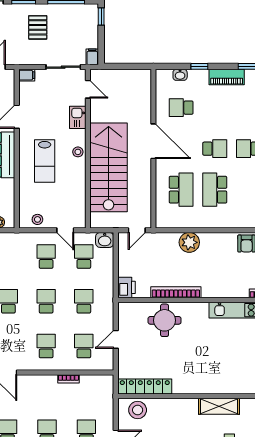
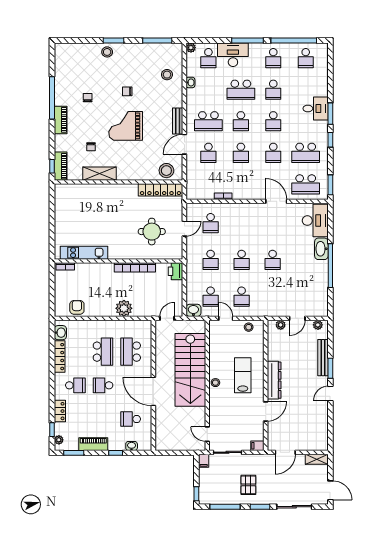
school desk: (181, 108) -> (131, 419), turned 180
kitchen sink: (78, 117) -> (216, 411), removed
round table: (165, 320) -> (152, 232), moved
school desk: (46, 346) -> (242, 223), removed

